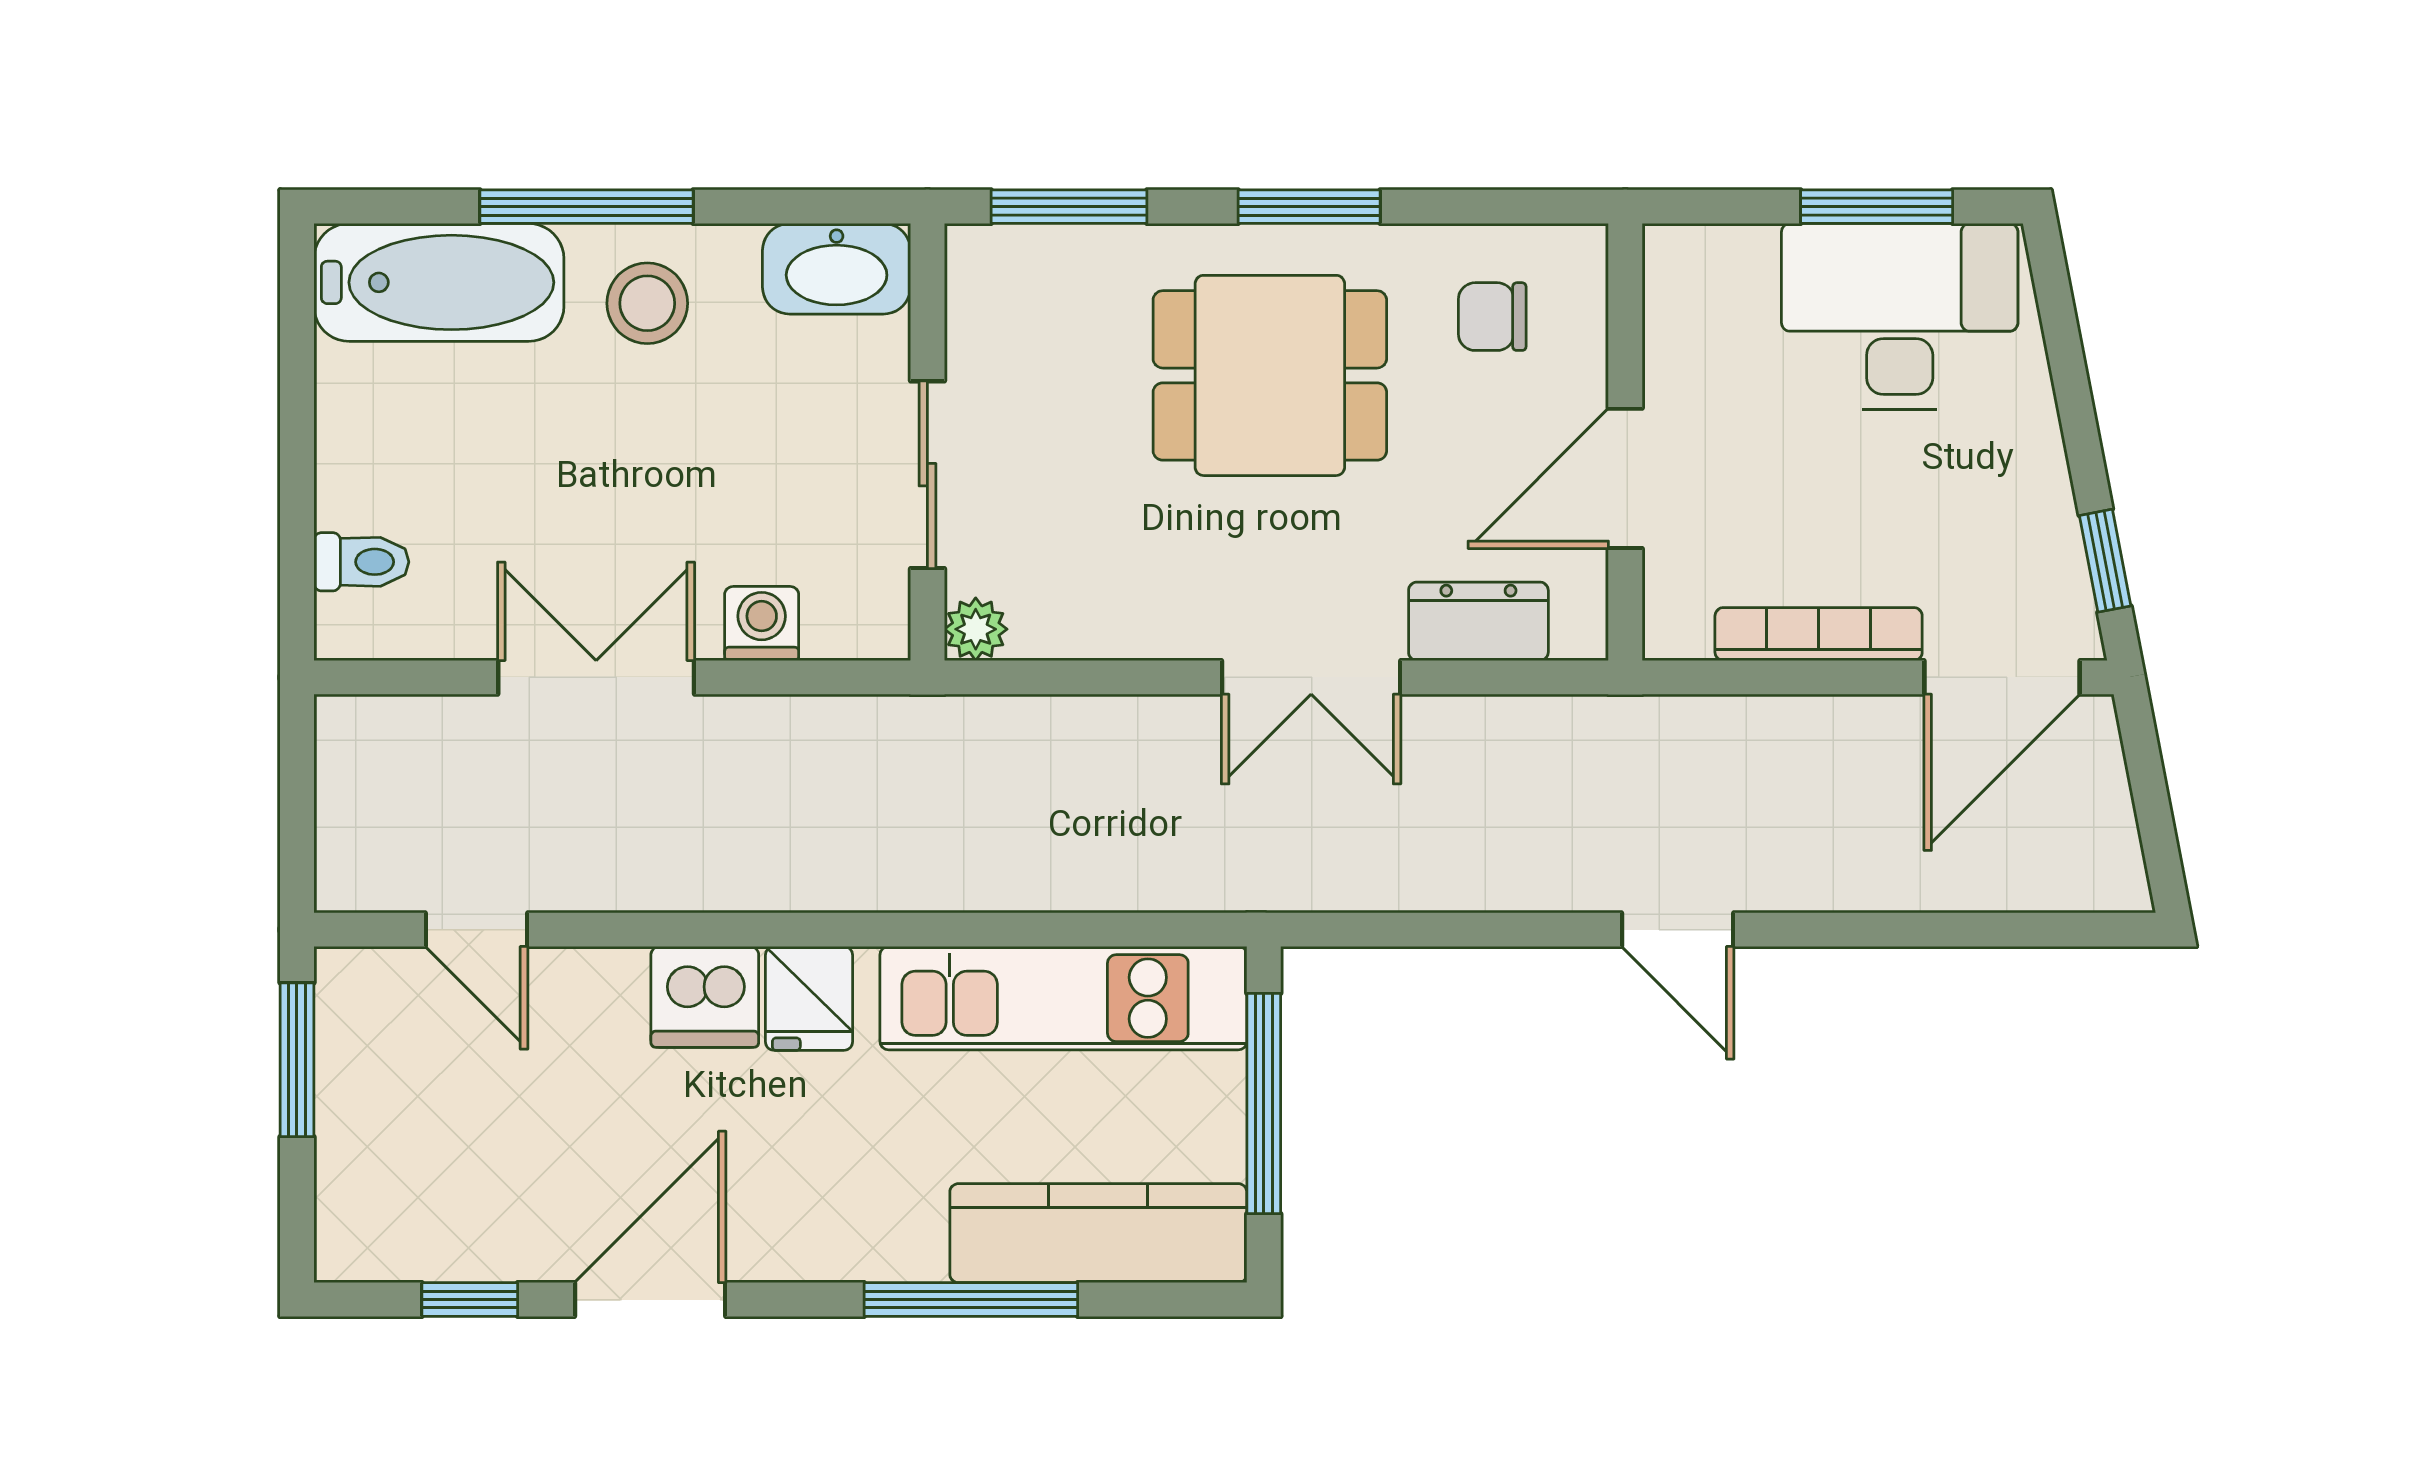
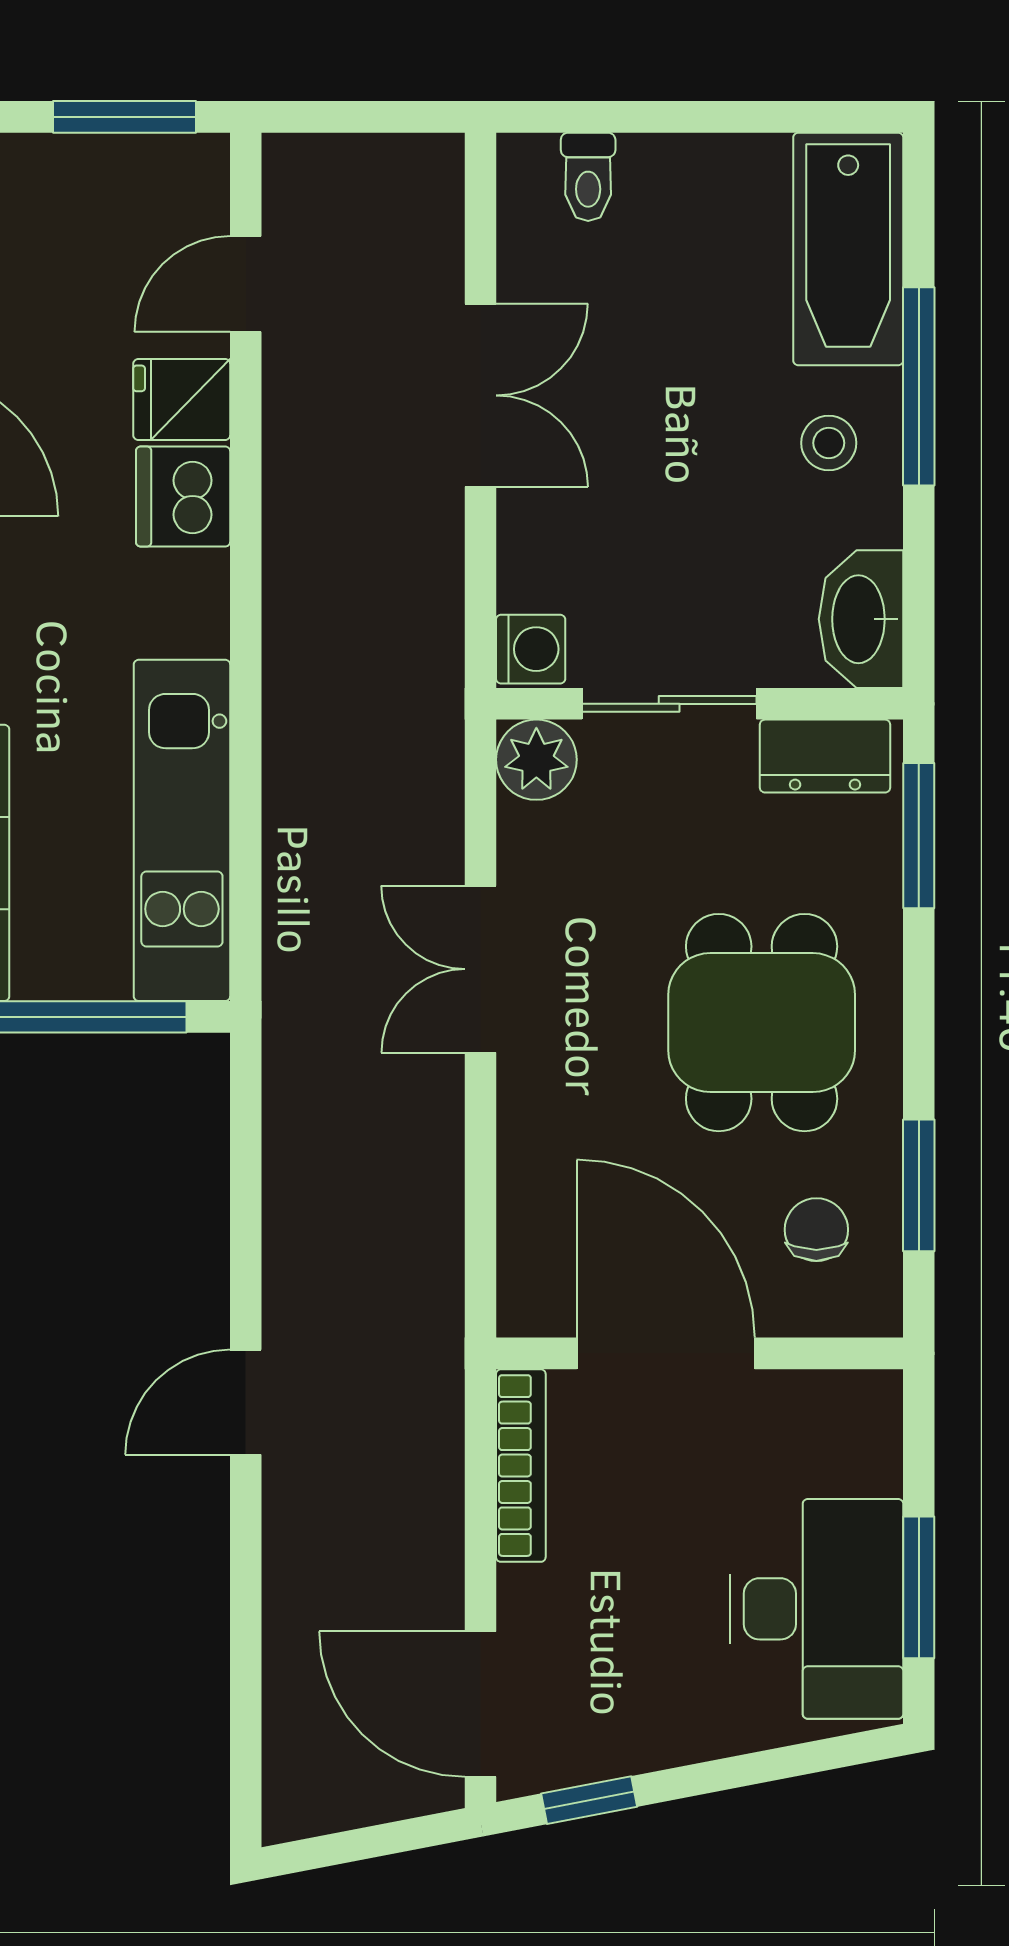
window: (1309, 207) -> (919, 1185), moved
stool: (647, 303) -> (829, 443), width x0.73, depth x0.73
door: (1625, 478) -> (666, 1353), width x1.36
dresser: (1478, 621) -> (825, 756), moved, turned 90
washing machine: (762, 624) -> (531, 649), moved
plant: (976, 629) -> (536, 760), width x1.38, depth x1.38
bookcase: (1819, 634) -> (521, 1466), moved
double door: (1311, 677) -> (480, 969), moved
fridge: (809, 998) -> (182, 400), moved

